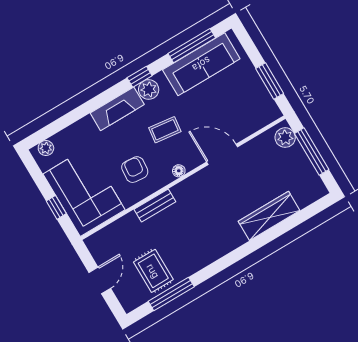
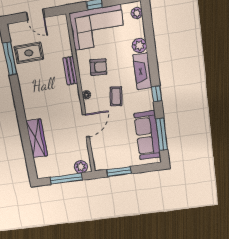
plant: (149, 89) -> (139, 45), moved

